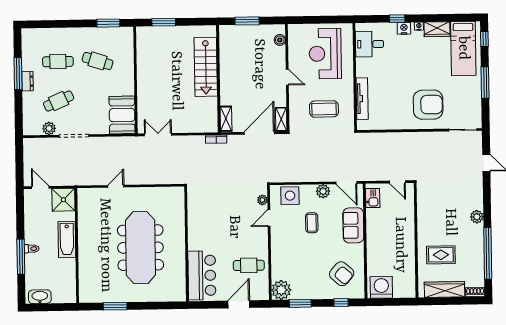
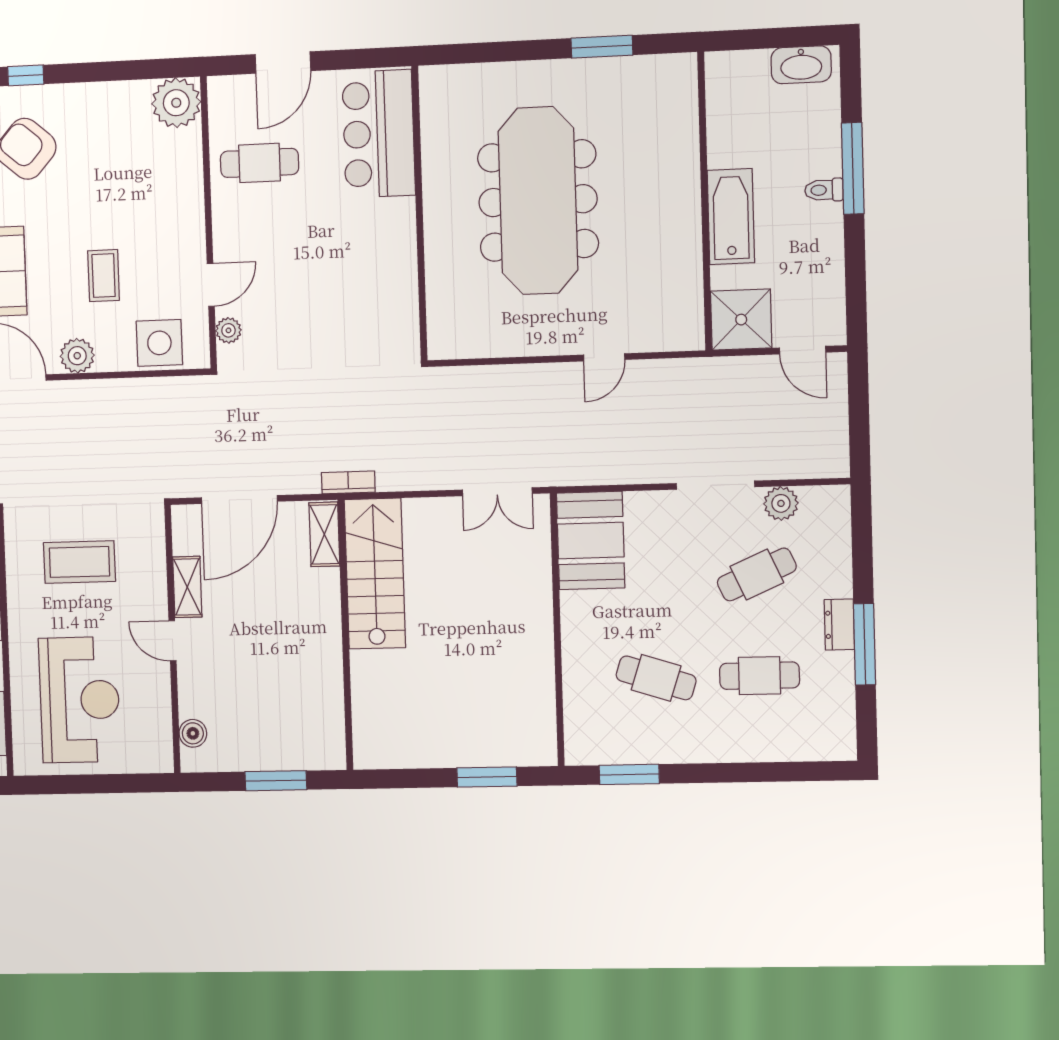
stairs: (206, 67) -> (375, 574), moved
shelving: (281, 119) -> (187, 587), moved
window: (300, 303) -> (128, 70), removed

